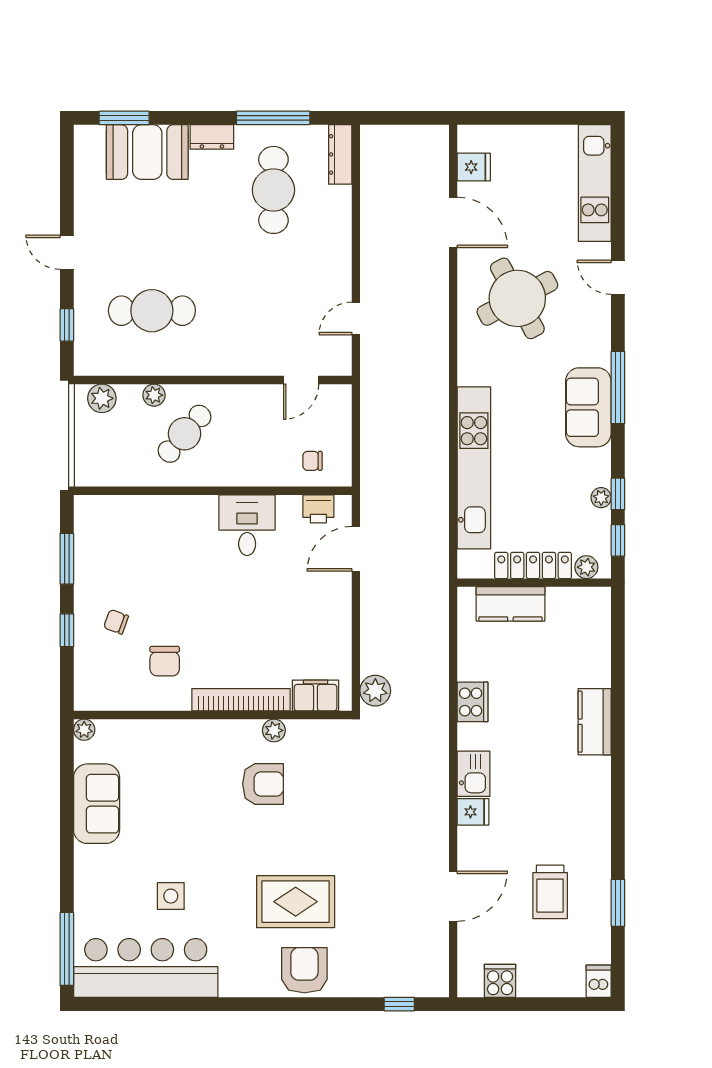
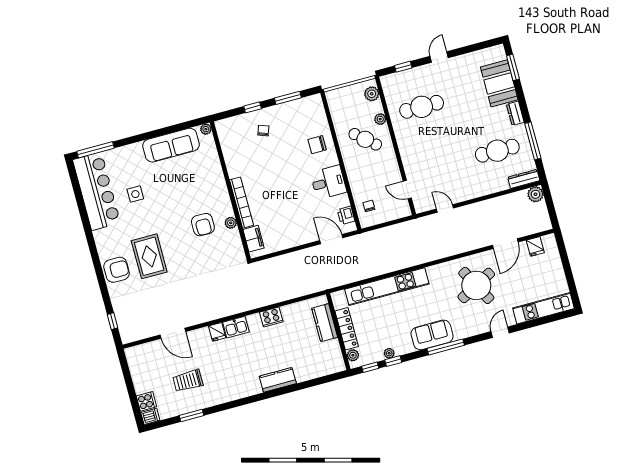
cafe table: (152, 311) -> (422, 107), turned 90
chair: (165, 661) -> (317, 145), moved
plant: (375, 691) -> (535, 194), moved
sofa: (97, 804) -> (171, 145), width x1.36
cooker: (500, 981) -> (146, 401), moved

